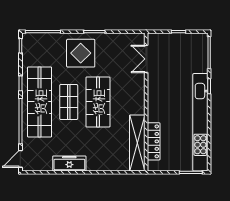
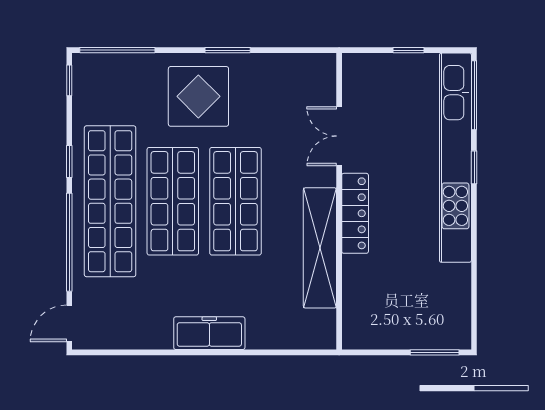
double door: (146, 59) -> (339, 136), moved
shop shelf: (69, 102) -> (173, 201), width x1.43, depth x1.36
kitchen unit: (200, 122) -> (455, 158), moved
locker: (154, 141) -> (355, 213), moved
shelving: (137, 143) -> (320, 248), moved
freezer: (69, 163) -> (209, 333), moved

